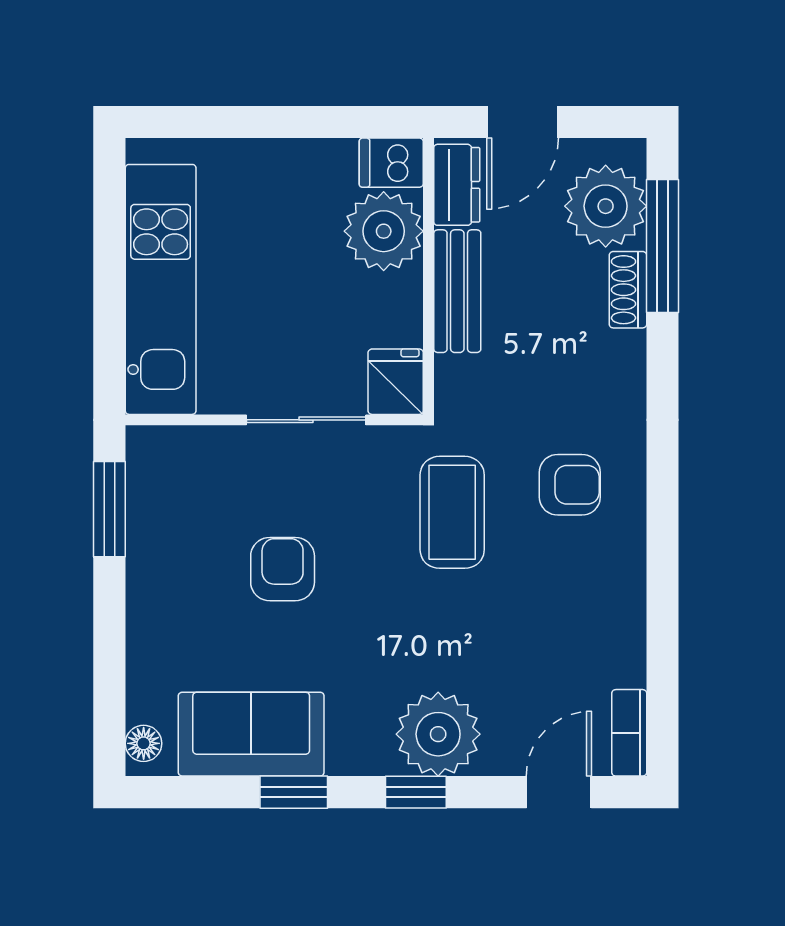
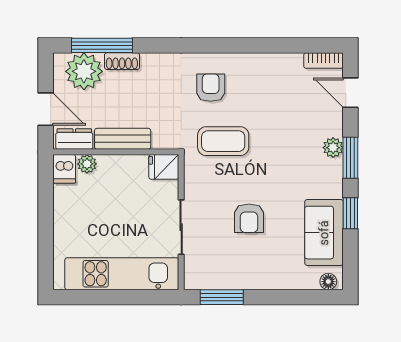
plant: (384, 231) -> (87, 164), width x0.53, depth x0.53
sliding door: (306, 420) -> (181, 227), moved
armchair: (283, 569) -> (249, 218), turned -90
plant: (438, 734) -> (333, 148), width x0.53, depth x0.53
window: (416, 792) -> (350, 158), width x1.50

